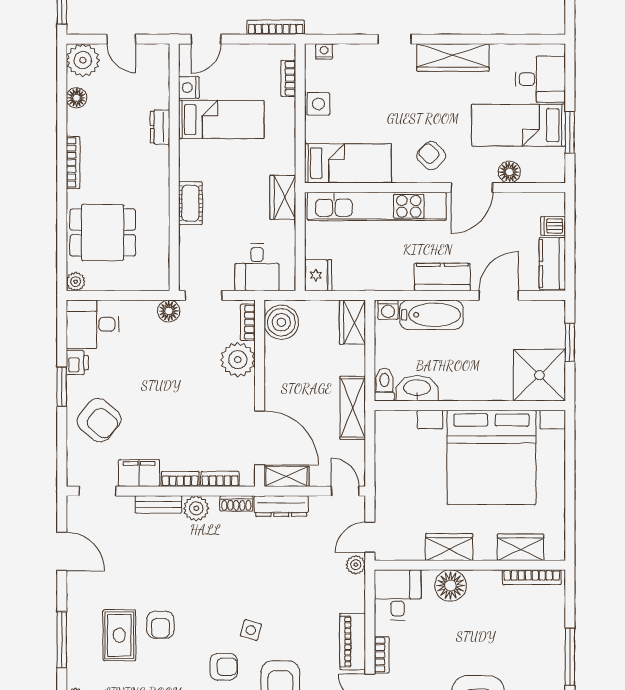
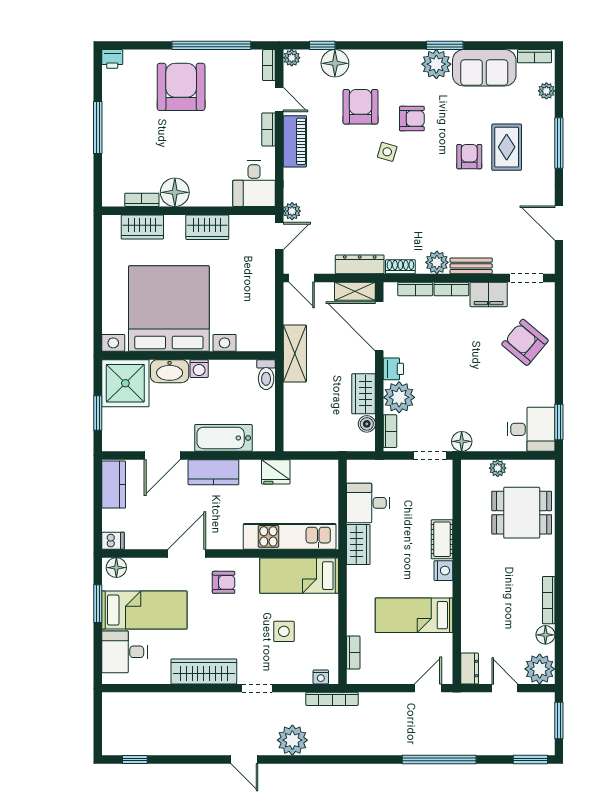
bookcase: (276, 27) -> (332, 699), moved
nightstand: (189, 87) -> (443, 571), moved
side table: (318, 104) -> (284, 631), moved
dresser: (160, 127) -> (470, 669), moved
armchair: (431, 156) -> (224, 582), turned -45
bookcase: (73, 162) -> (549, 600), moved
floor lamp: (509, 172) -> (116, 568), moved
kitchen unit: (377, 206) -> (290, 536), width x0.73
dishwasher: (553, 226) -> (113, 541), moved
desk: (257, 267) -> (368, 503), moved, turned -90
fridge: (318, 275) -> (276, 472), moved, turned -90
plant: (76, 282) -> (498, 468), moved
washing machine: (388, 310) -> (199, 369), moved, turned 180
boiler: (281, 322) -> (367, 424), width x0.54, depth x0.54
wardrobe: (352, 322) -> (364, 394), moved, turned 180
printer: (77, 363) -> (393, 369), moved, turned 180
window: (62, 387) -> (559, 422), moved
washbasin: (417, 388) -> (170, 371), moved
bookcase: (532, 577) -> (142, 200), width x0.64
floor lamp: (451, 586) -> (175, 192), moved
armchair: (224, 667) -> (412, 119), turned 180

